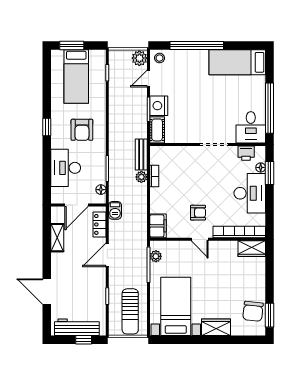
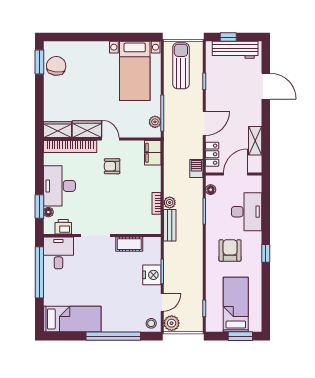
cot: (157, 130) -> (129, 244), moved, turned 90
wardrobe: (216, 327) -> (87, 129), moved, turned 180

